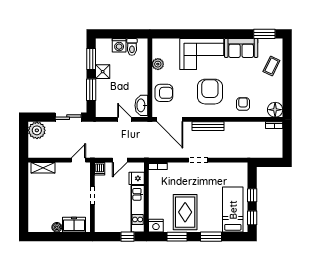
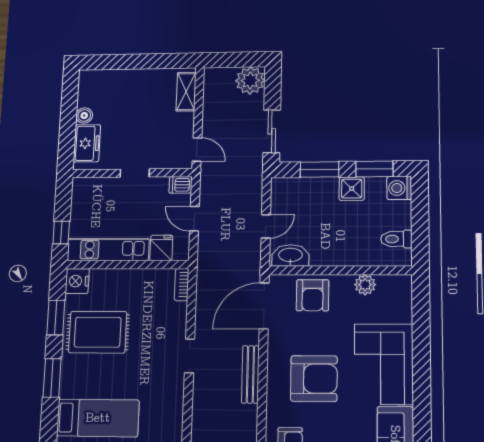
washing machine: (119, 45) -> (399, 188), moved

